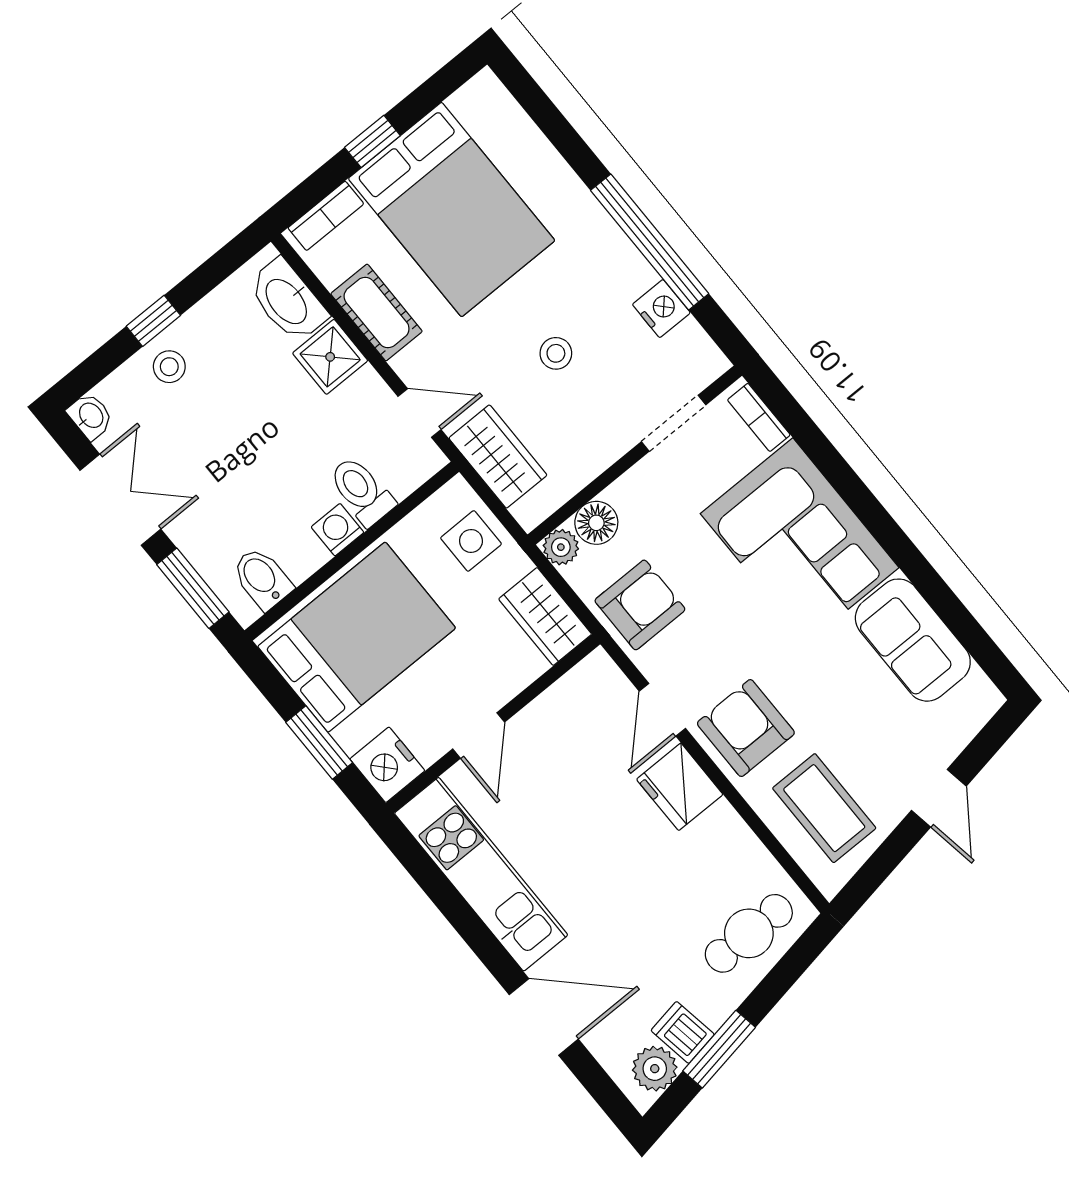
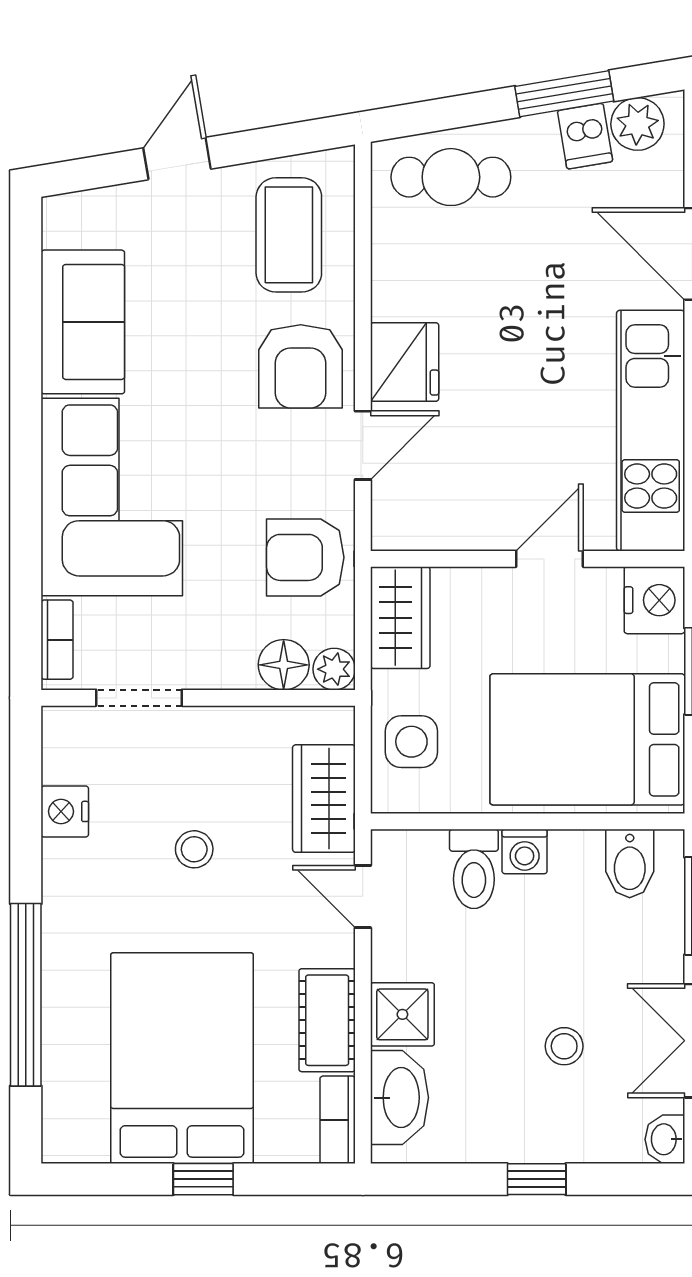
bookcase: (326, 216) -> (338, 1120), moved, turned -90
window: (650, 242) -> (26, 995), moved
stool: (169, 367) -> (564, 1046), moved

